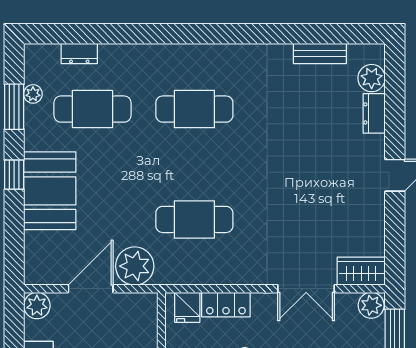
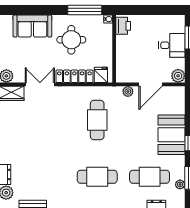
cafe table: (194, 219) -> (97, 120), turned 90
plant: (135, 266) -> (128, 91), width x0.53, depth x0.53
locker: (226, 305) -> (74, 76), width x1.53

